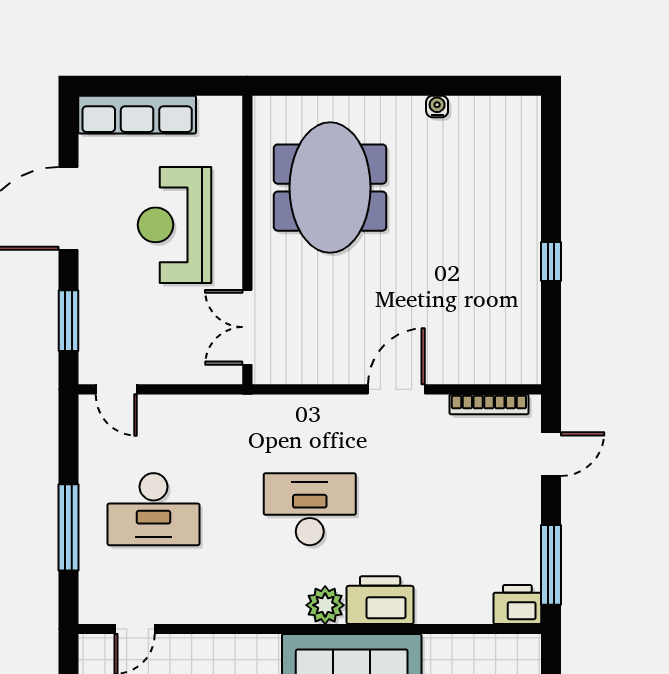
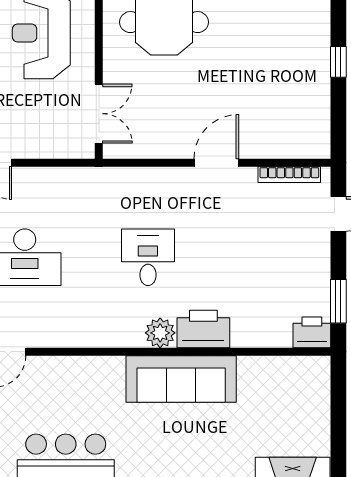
double door: (247, 327) -> (99, 114), swing flipped
desk: (310, 509) -> (148, 257), width x0.73
window: (551, 565) -> (338, 301), width x0.69

